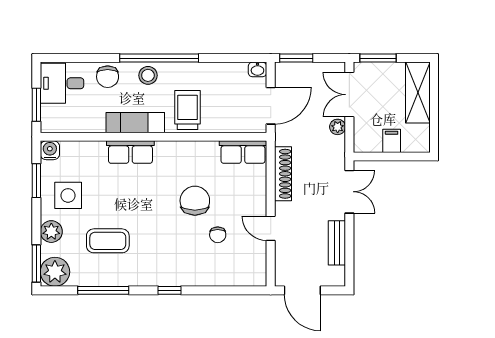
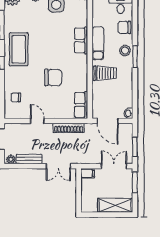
window: (159, 58) -> (135, 57), width x0.47
window: (296, 58) -> (135, 147), moved
plant: (338, 127) -> (11, 159), moved
filing cabinet: (392, 141) -> (87, 173), moved
door: (271, 228) -> (37, 121), hinge flipped
chair: (218, 235) -> (16, 97), moved
coffee table: (108, 241) -> (19, 49), moved, width x1.36, depth x1.32

